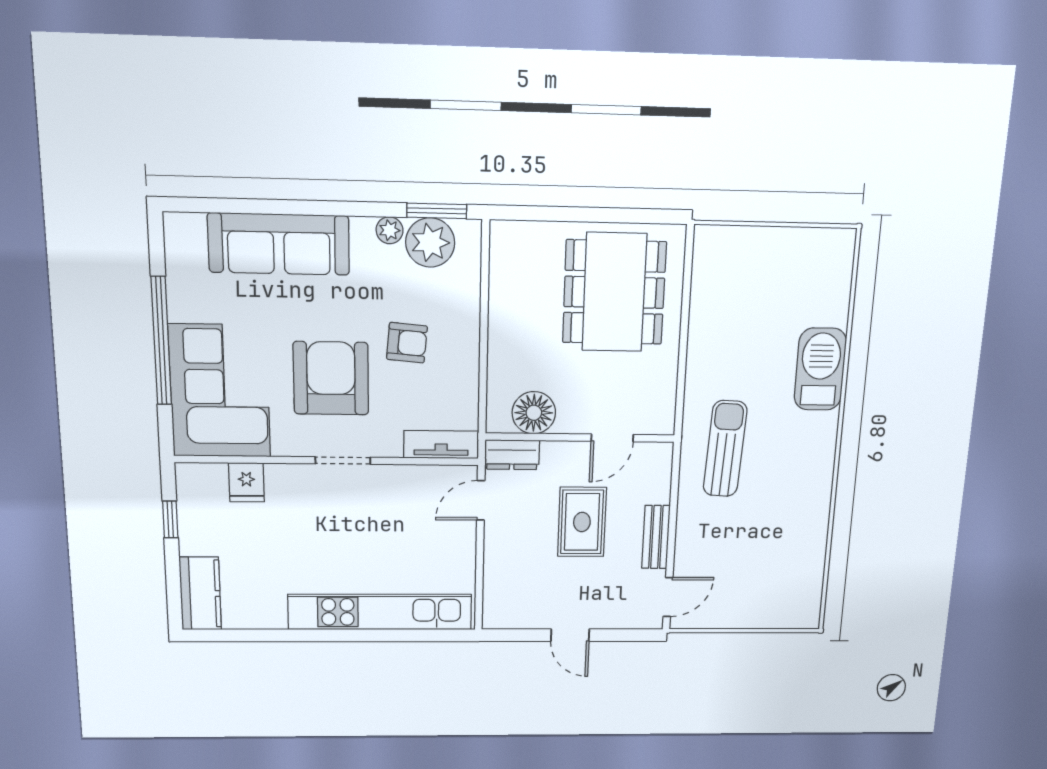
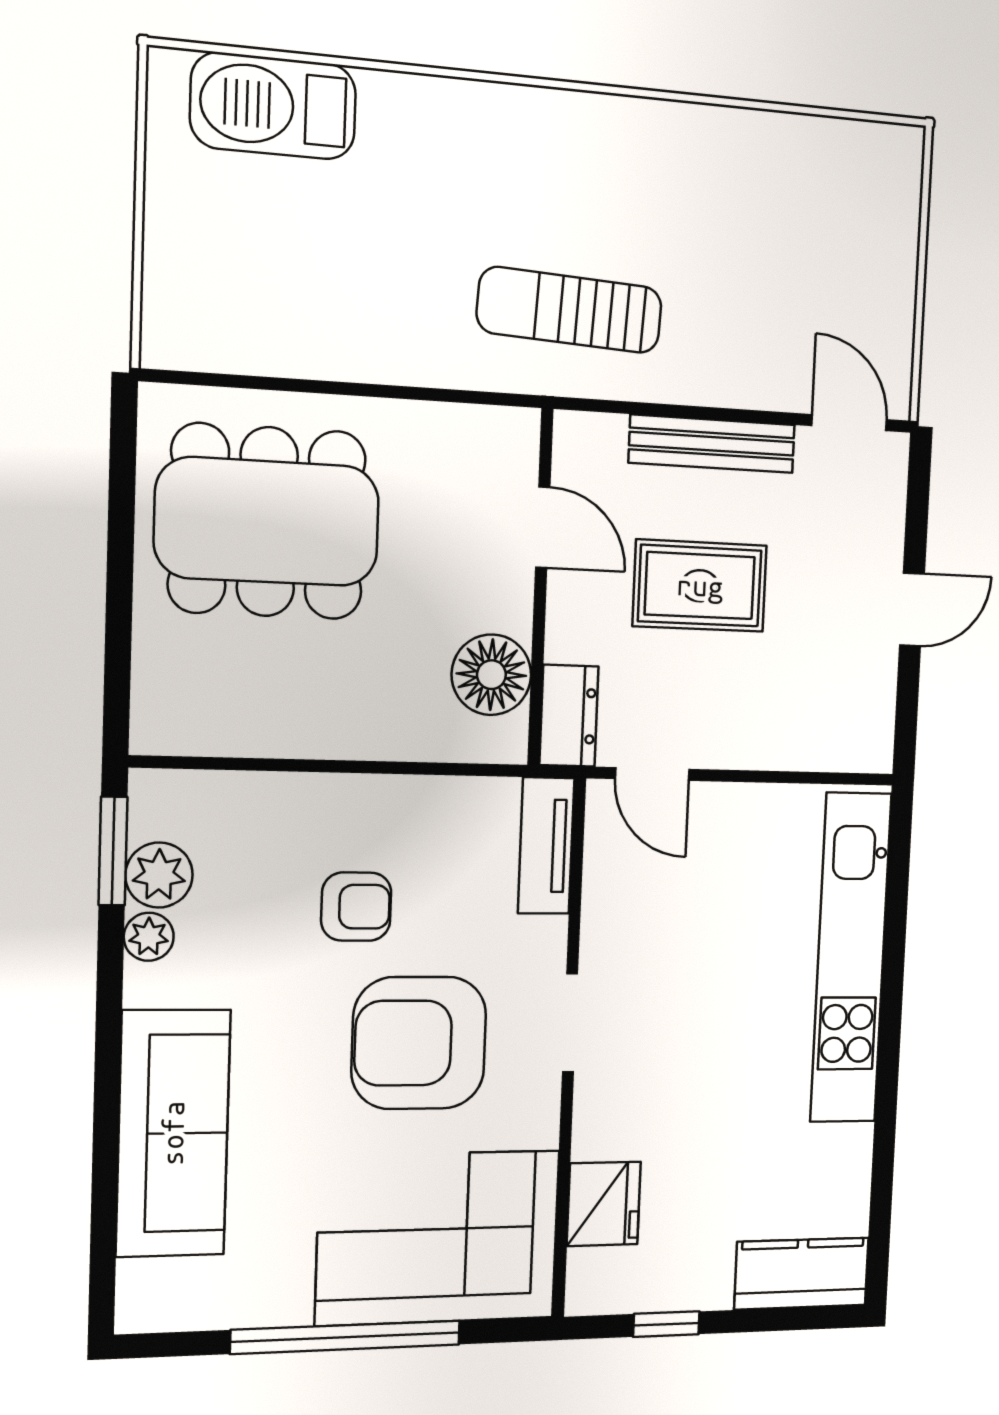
plant: (430, 243) -> (159, 875), width x0.73, depth x0.73
armchair: (407, 343) -> (356, 907), turned 85
barbecue: (820, 369) -> (273, 106), moved
fridge: (246, 482) -> (604, 1204), width x1.38
bench: (656, 537) -> (712, 444), width x1.36

